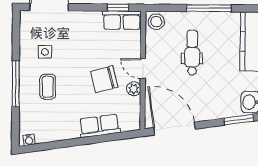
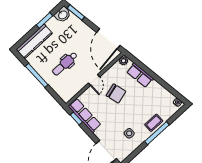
row of seats: (122, 20) -> (85, 115), width x1.48
stool: (156, 22) -> (66, 94), removed
coffee table: (48, 87) -> (154, 123), moved
plant: (134, 89) -> (124, 61), moved

